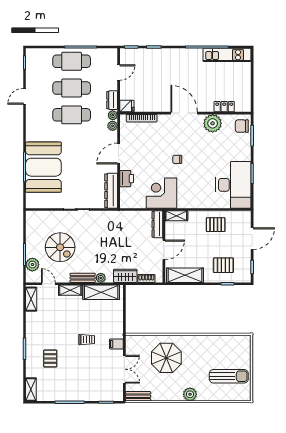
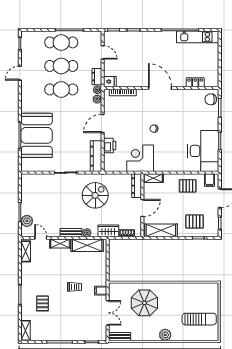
door: (119, 73) -> (103, 52), hinge flipped
plant: (213, 123) -> (185, 97), removed
filing cabinet: (240, 218) -> (210, 180), added
spiral stairs: (60, 247) -> (95, 195), moved, turned -90

